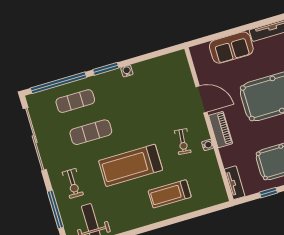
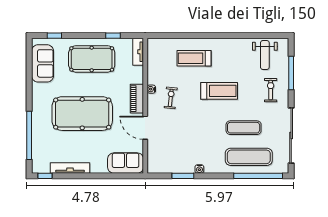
sofa: (231, 48) -> (126, 163), moved
window: (106, 69) -> (183, 176), moved
exercise mat: (75, 101) -> (249, 157), width x1.36, depth x1.45
treadmill: (131, 165) -> (219, 91), width x0.73, depth x0.73
treadmill: (170, 194) -> (194, 58), turned 180

